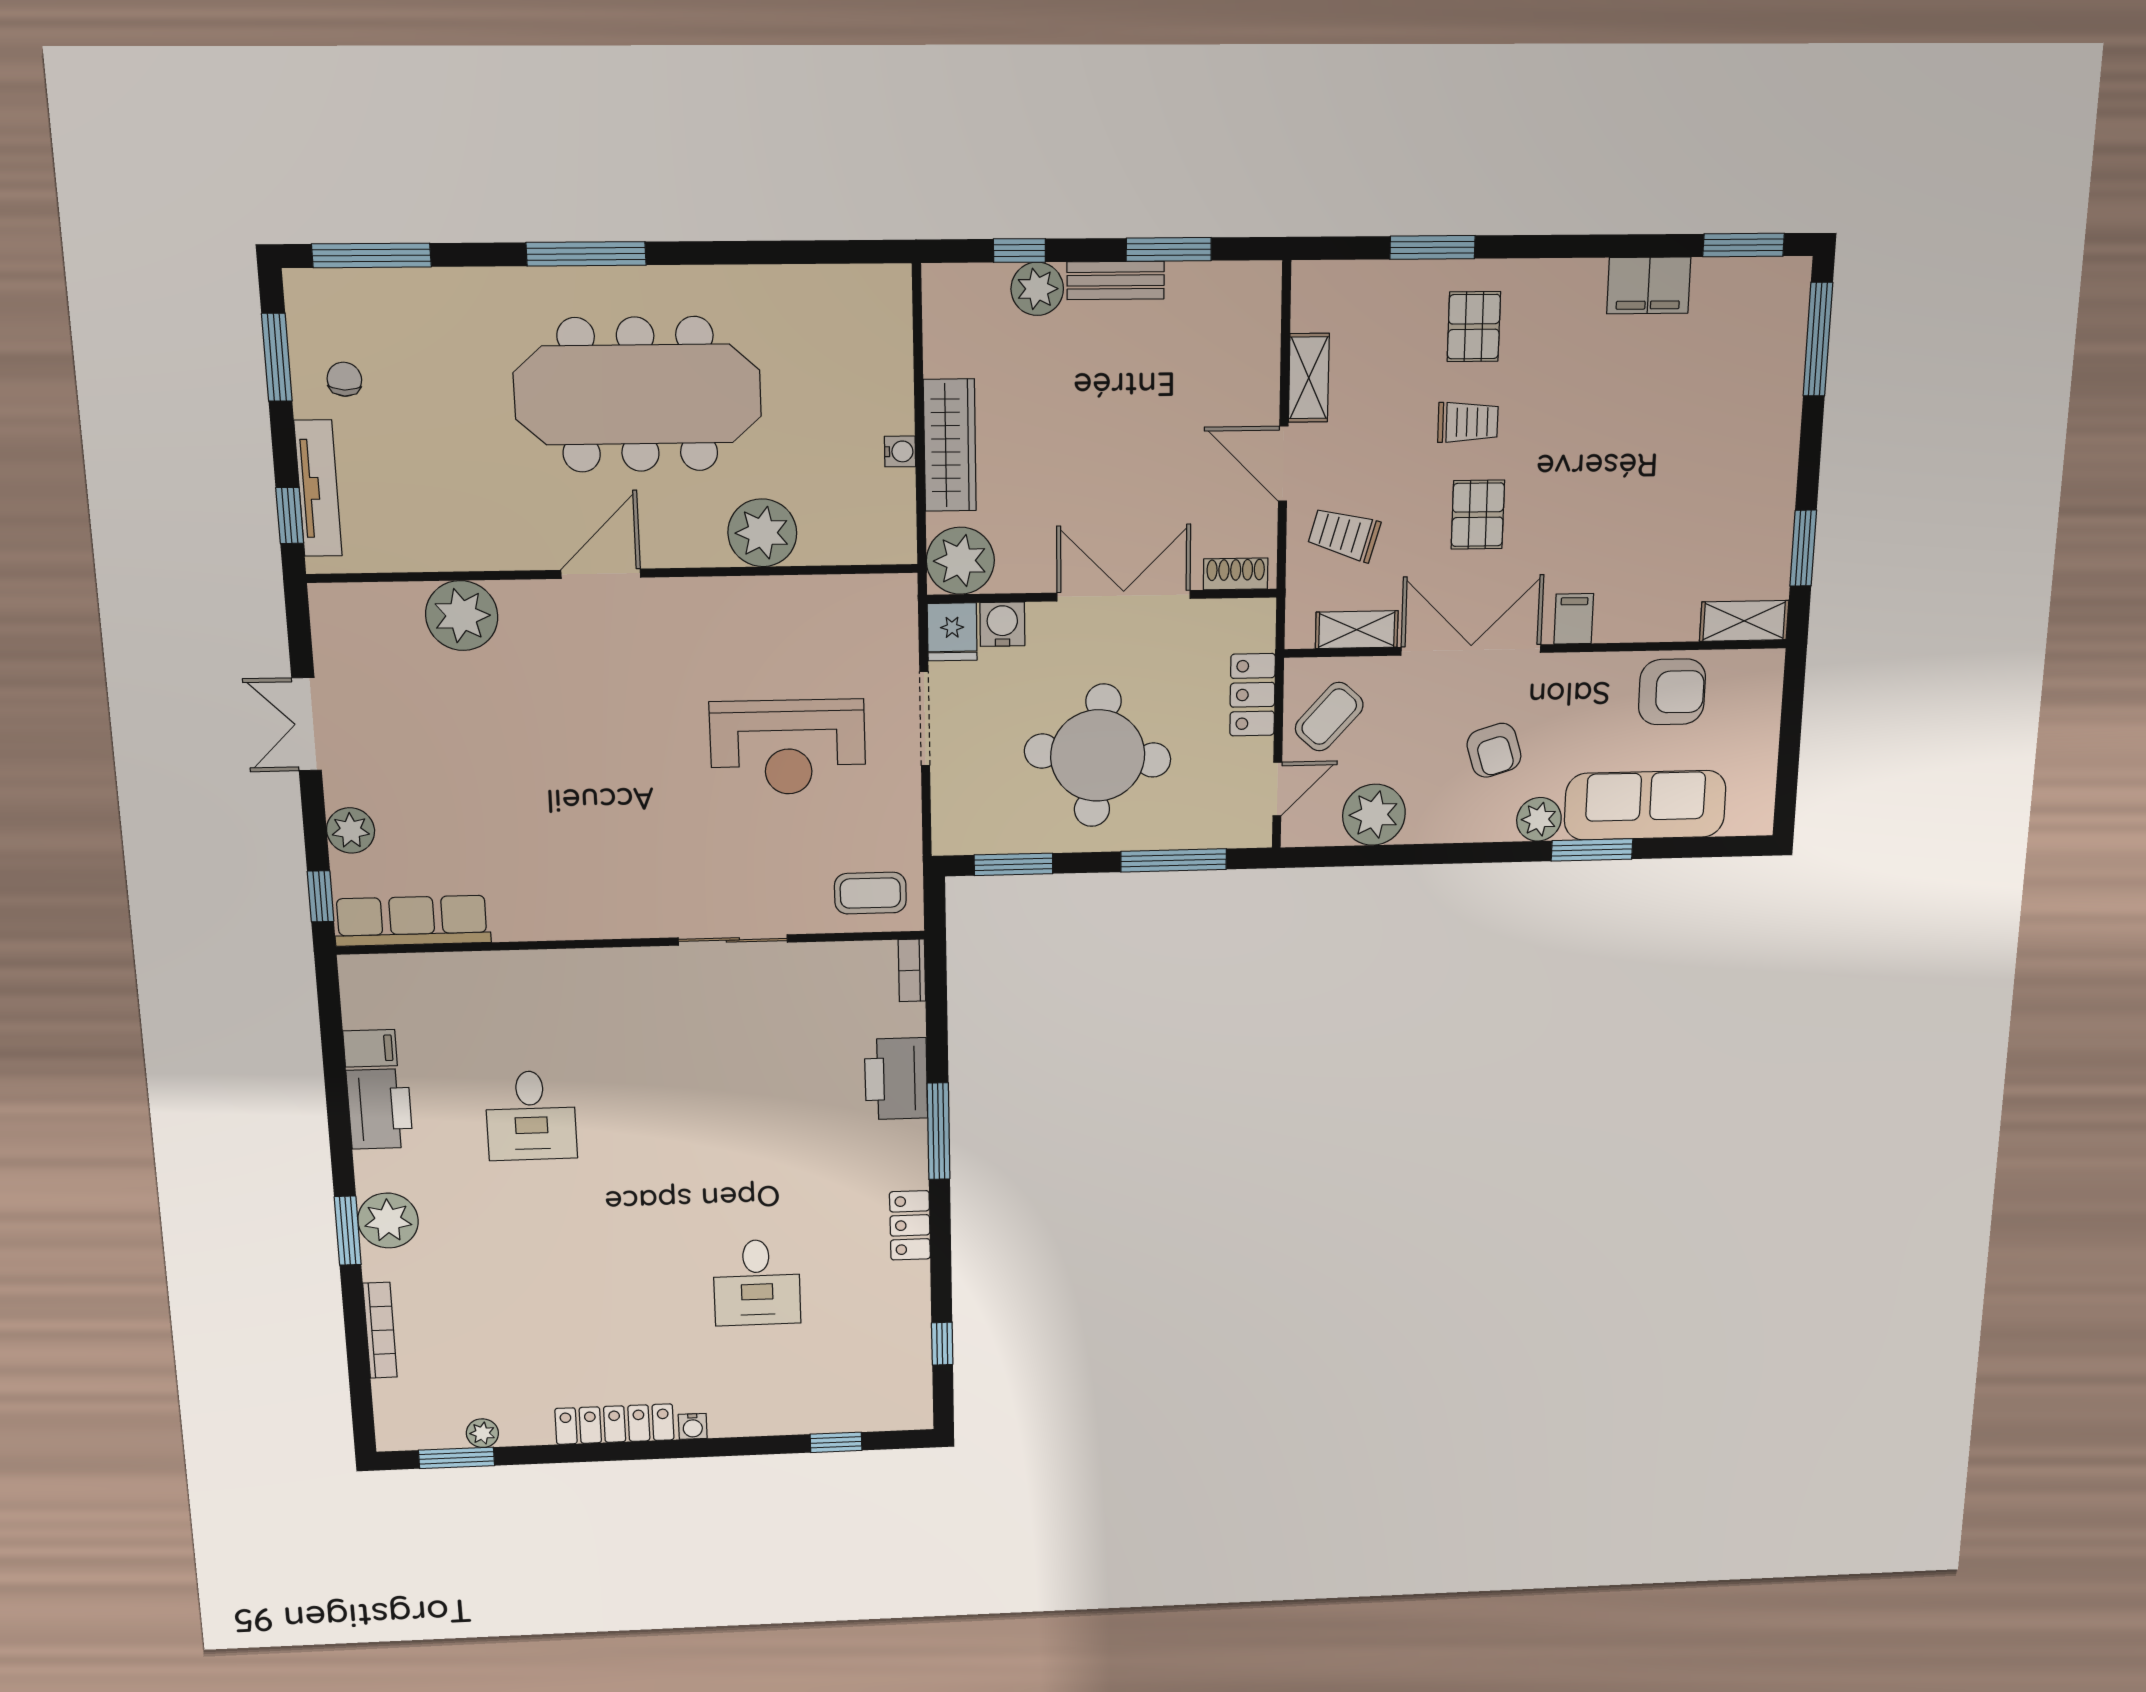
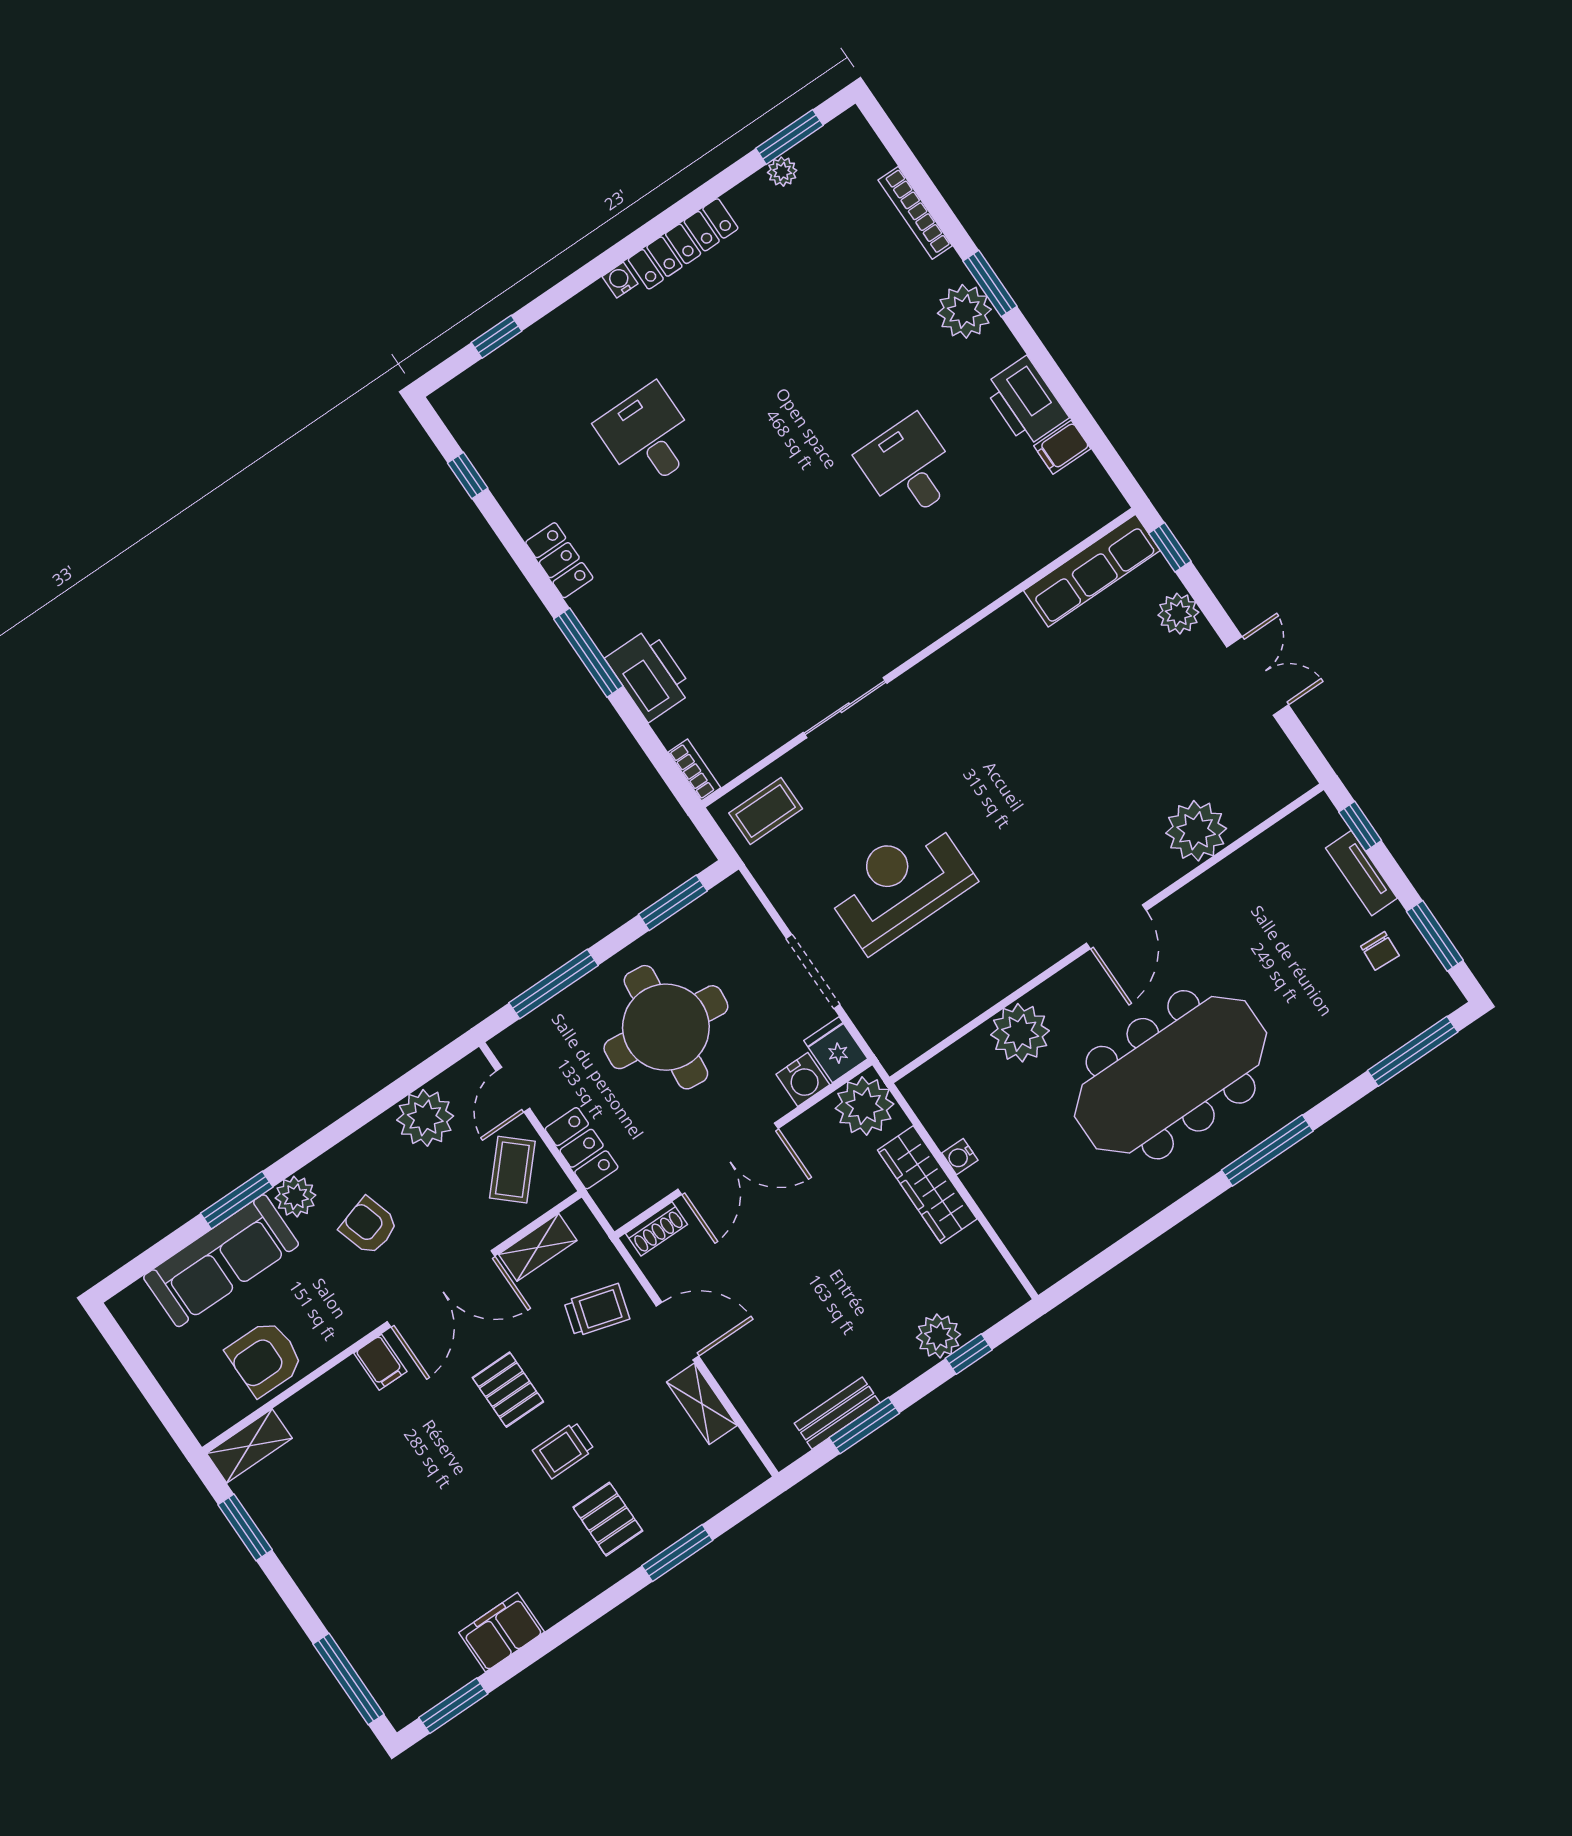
bench: (1116, 280) -> (837, 1413), moved
tv unit: (318, 488) -> (1361, 873), width x0.71

